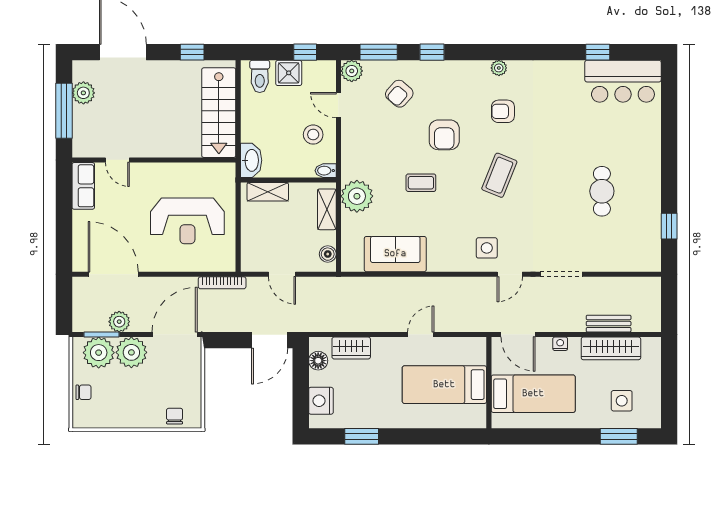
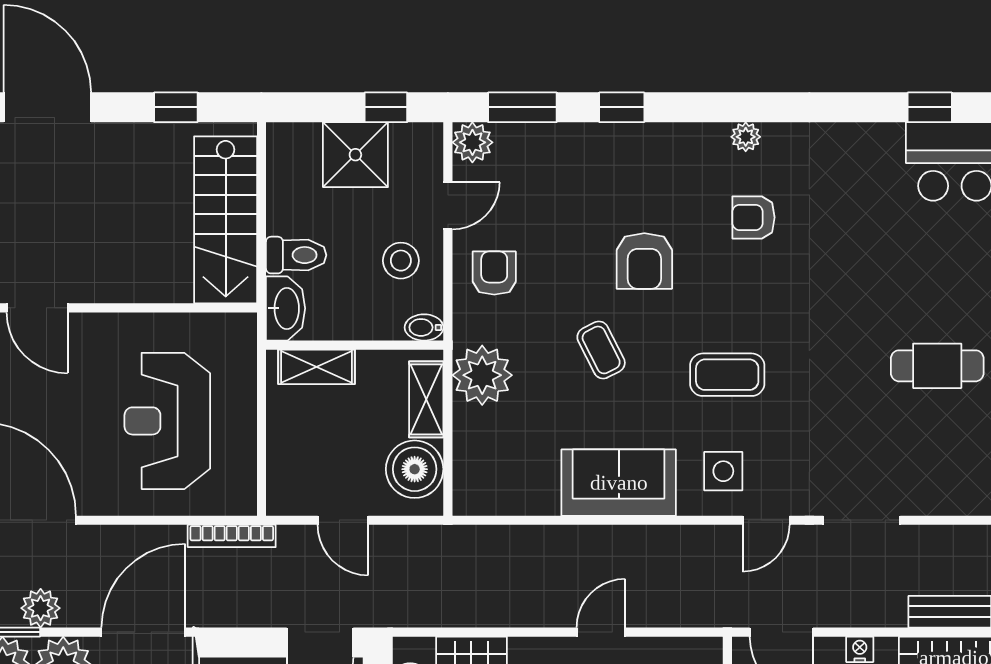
shower: (289, 73) -> (355, 155), width x1.36, depth x1.36
toilet: (260, 76) -> (296, 255), moved, turned -90
armchair: (399, 94) -> (494, 273), moved, turned 139
door: (338, 105) -> (448, 206), swing flipped
door: (117, 160) -> (37, 308), width x1.37
coffee table: (499, 175) -> (727, 375), moved, turned 68
coffee table: (421, 183) -> (601, 350), turned 63
cafe table: (602, 191) -> (937, 366), turned 90
reception desk: (187, 221) -> (167, 421), turned 90
boiler: (328, 254) -> (415, 469), width x1.86, depth x1.86
sofa: (395, 254) -> (619, 483), moved

